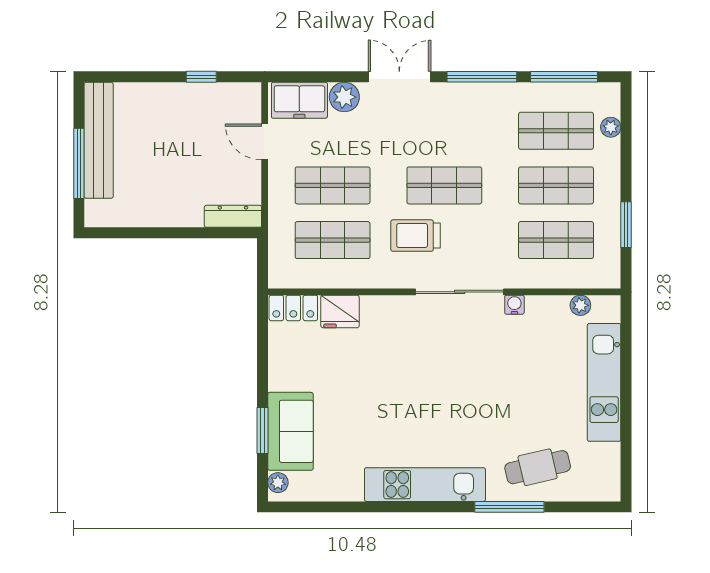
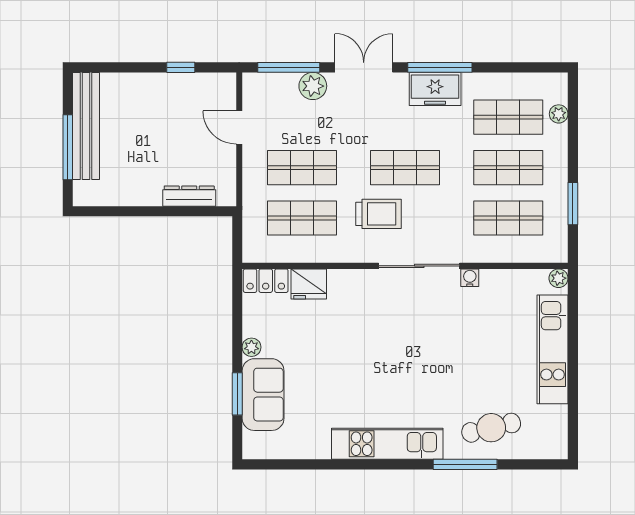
window: (564, 77) -> (289, 67), moved
freezer: (299, 100) -> (435, 89), moved
dresser: (233, 216) -> (189, 196), moved
trolley: (415, 236) -> (378, 214), turned 180
plant: (580, 305) -> (558, 278), moved
plant: (278, 483) -> (251, 347), moved

